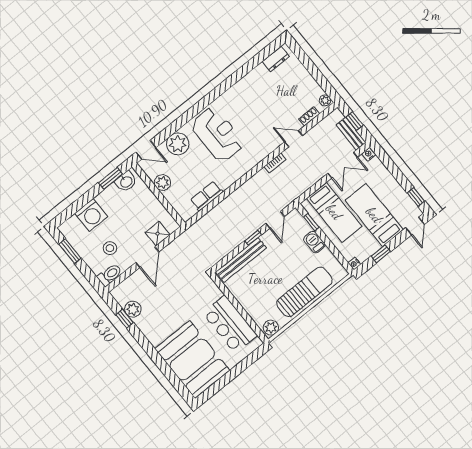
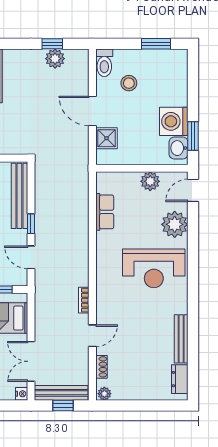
bench: (249, 79) -> (181, 339), added
bench: (351, 134) -> (61, 393), width x1.36
washing machine: (91, 215) -> (174, 121), moved

